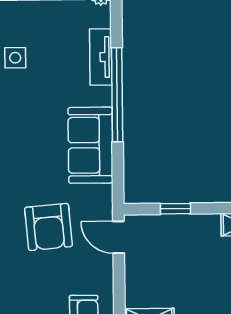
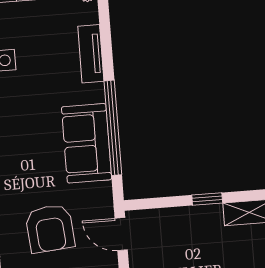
window: (117, 95) -> (113, 128), moved
window: (175, 209) -> (207, 199), moved

